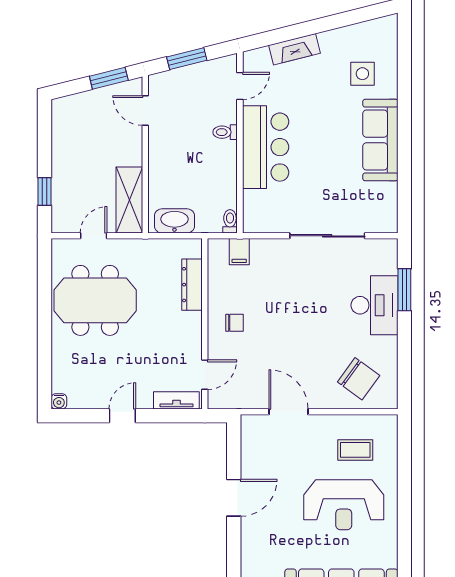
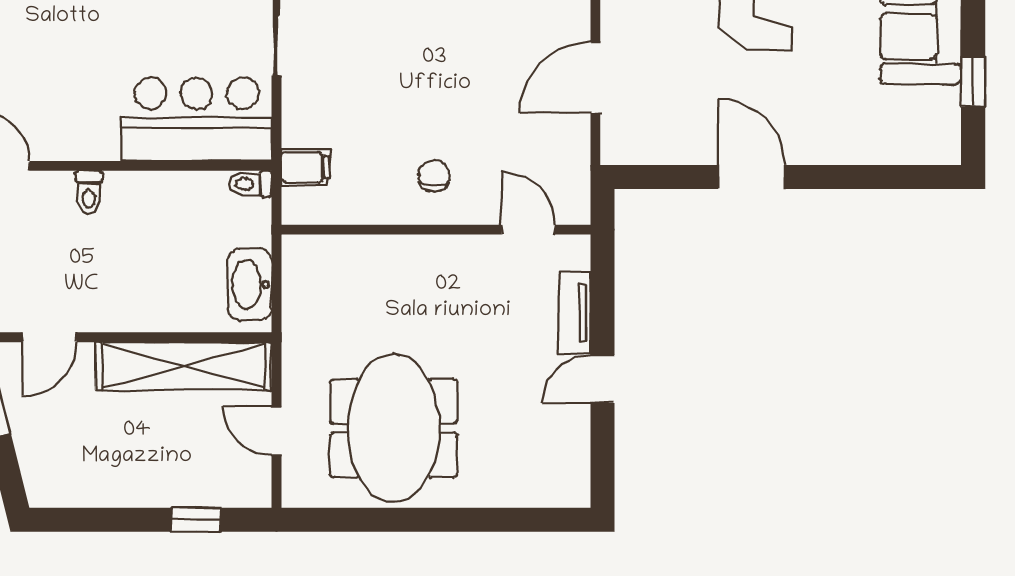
bar counter: (266, 147) -> (196, 119), moved
shelving: (129, 200) -> (184, 366), width x1.47
dresser: (192, 285) -> (365, 253), removed
tv unit: (176, 400) -> (575, 313), moved
water cooler: (59, 401) -> (577, 494), removed
door: (122, 416) -> (603, 379), hinge flipped

